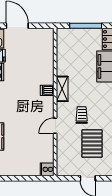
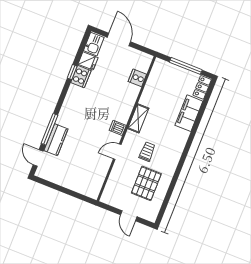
dishwasher: (47, 90) -> (118, 128), moved
cooker: (47, 169) -> (137, 78), moved

